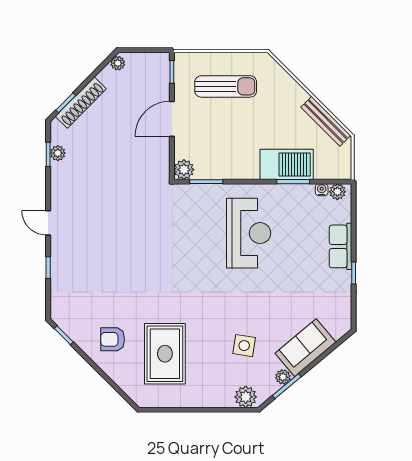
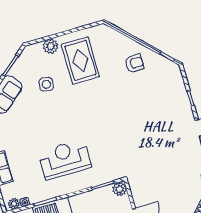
reception desk: (249, 233) -> (65, 159), turned 90
rug: (165, 354) -> (80, 60), moved
plant: (283, 377) -> (15, 71), removed
plant: (246, 397) -> (51, 46), moved

